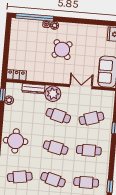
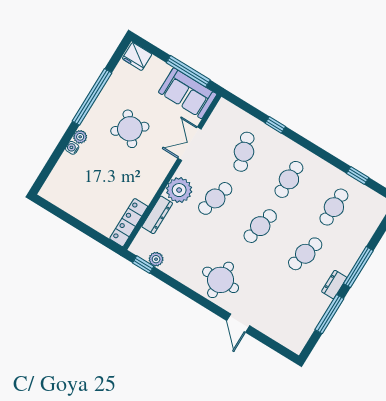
window: (35, 17) -> (92, 97), moved
round table: (62, 50) -> (130, 129), moved
locker: (16, 75) -> (129, 223), width x1.53
cafe table: (20, 177) -> (276, 300), removed

